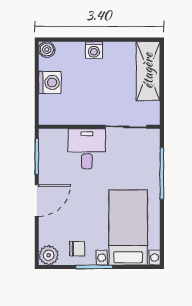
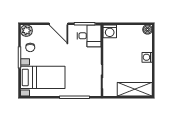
washing machine: (50, 82) -> (110, 31), moved
desk: (87, 149) -> (89, 36), moved

